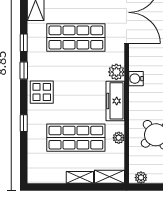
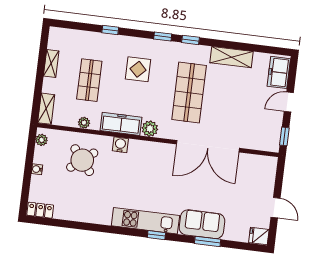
water cooler: (136, 79) -> (120, 145), moved
display table: (42, 92) -> (138, 69), moved
shop shelf: (76, 138) -> (89, 80), width x0.70, depth x0.74
shelving: (80, 177) -> (51, 64), moved

